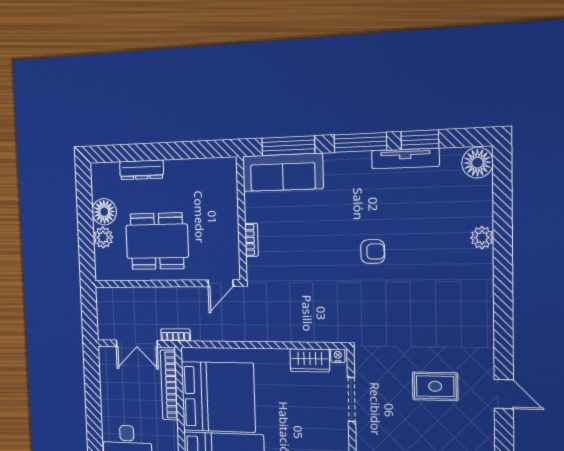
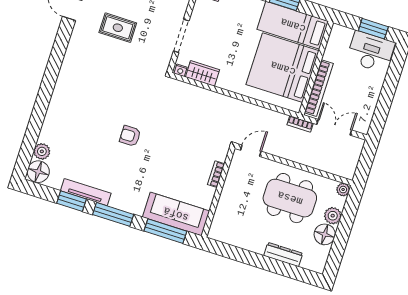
plant: (482, 238) -> (42, 151), moved
plant: (102, 273) -> (343, 190), added

